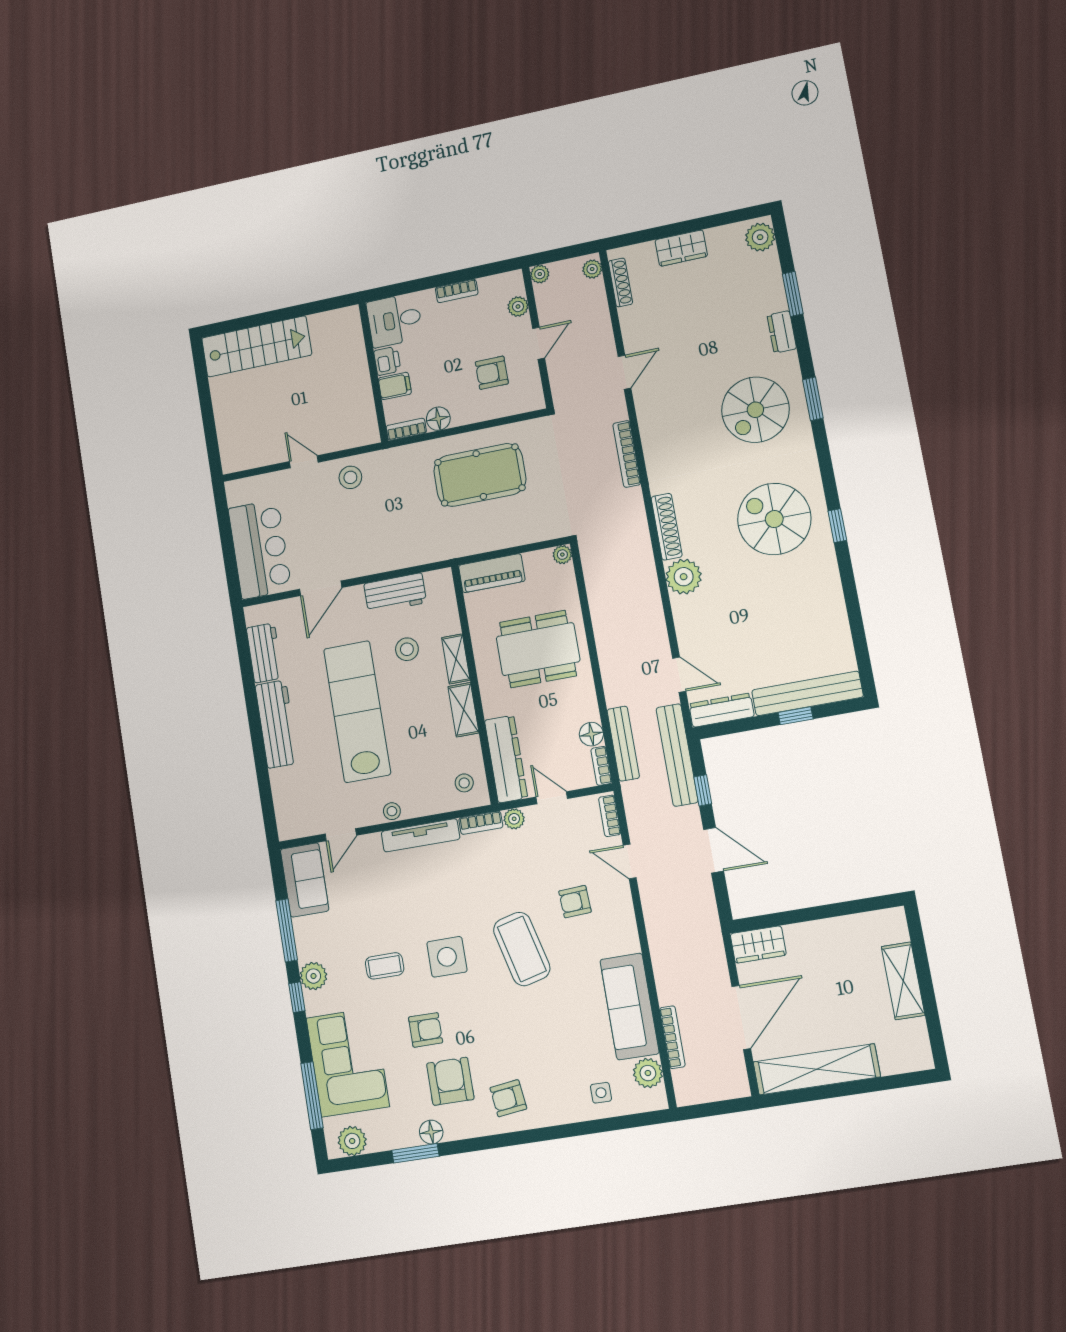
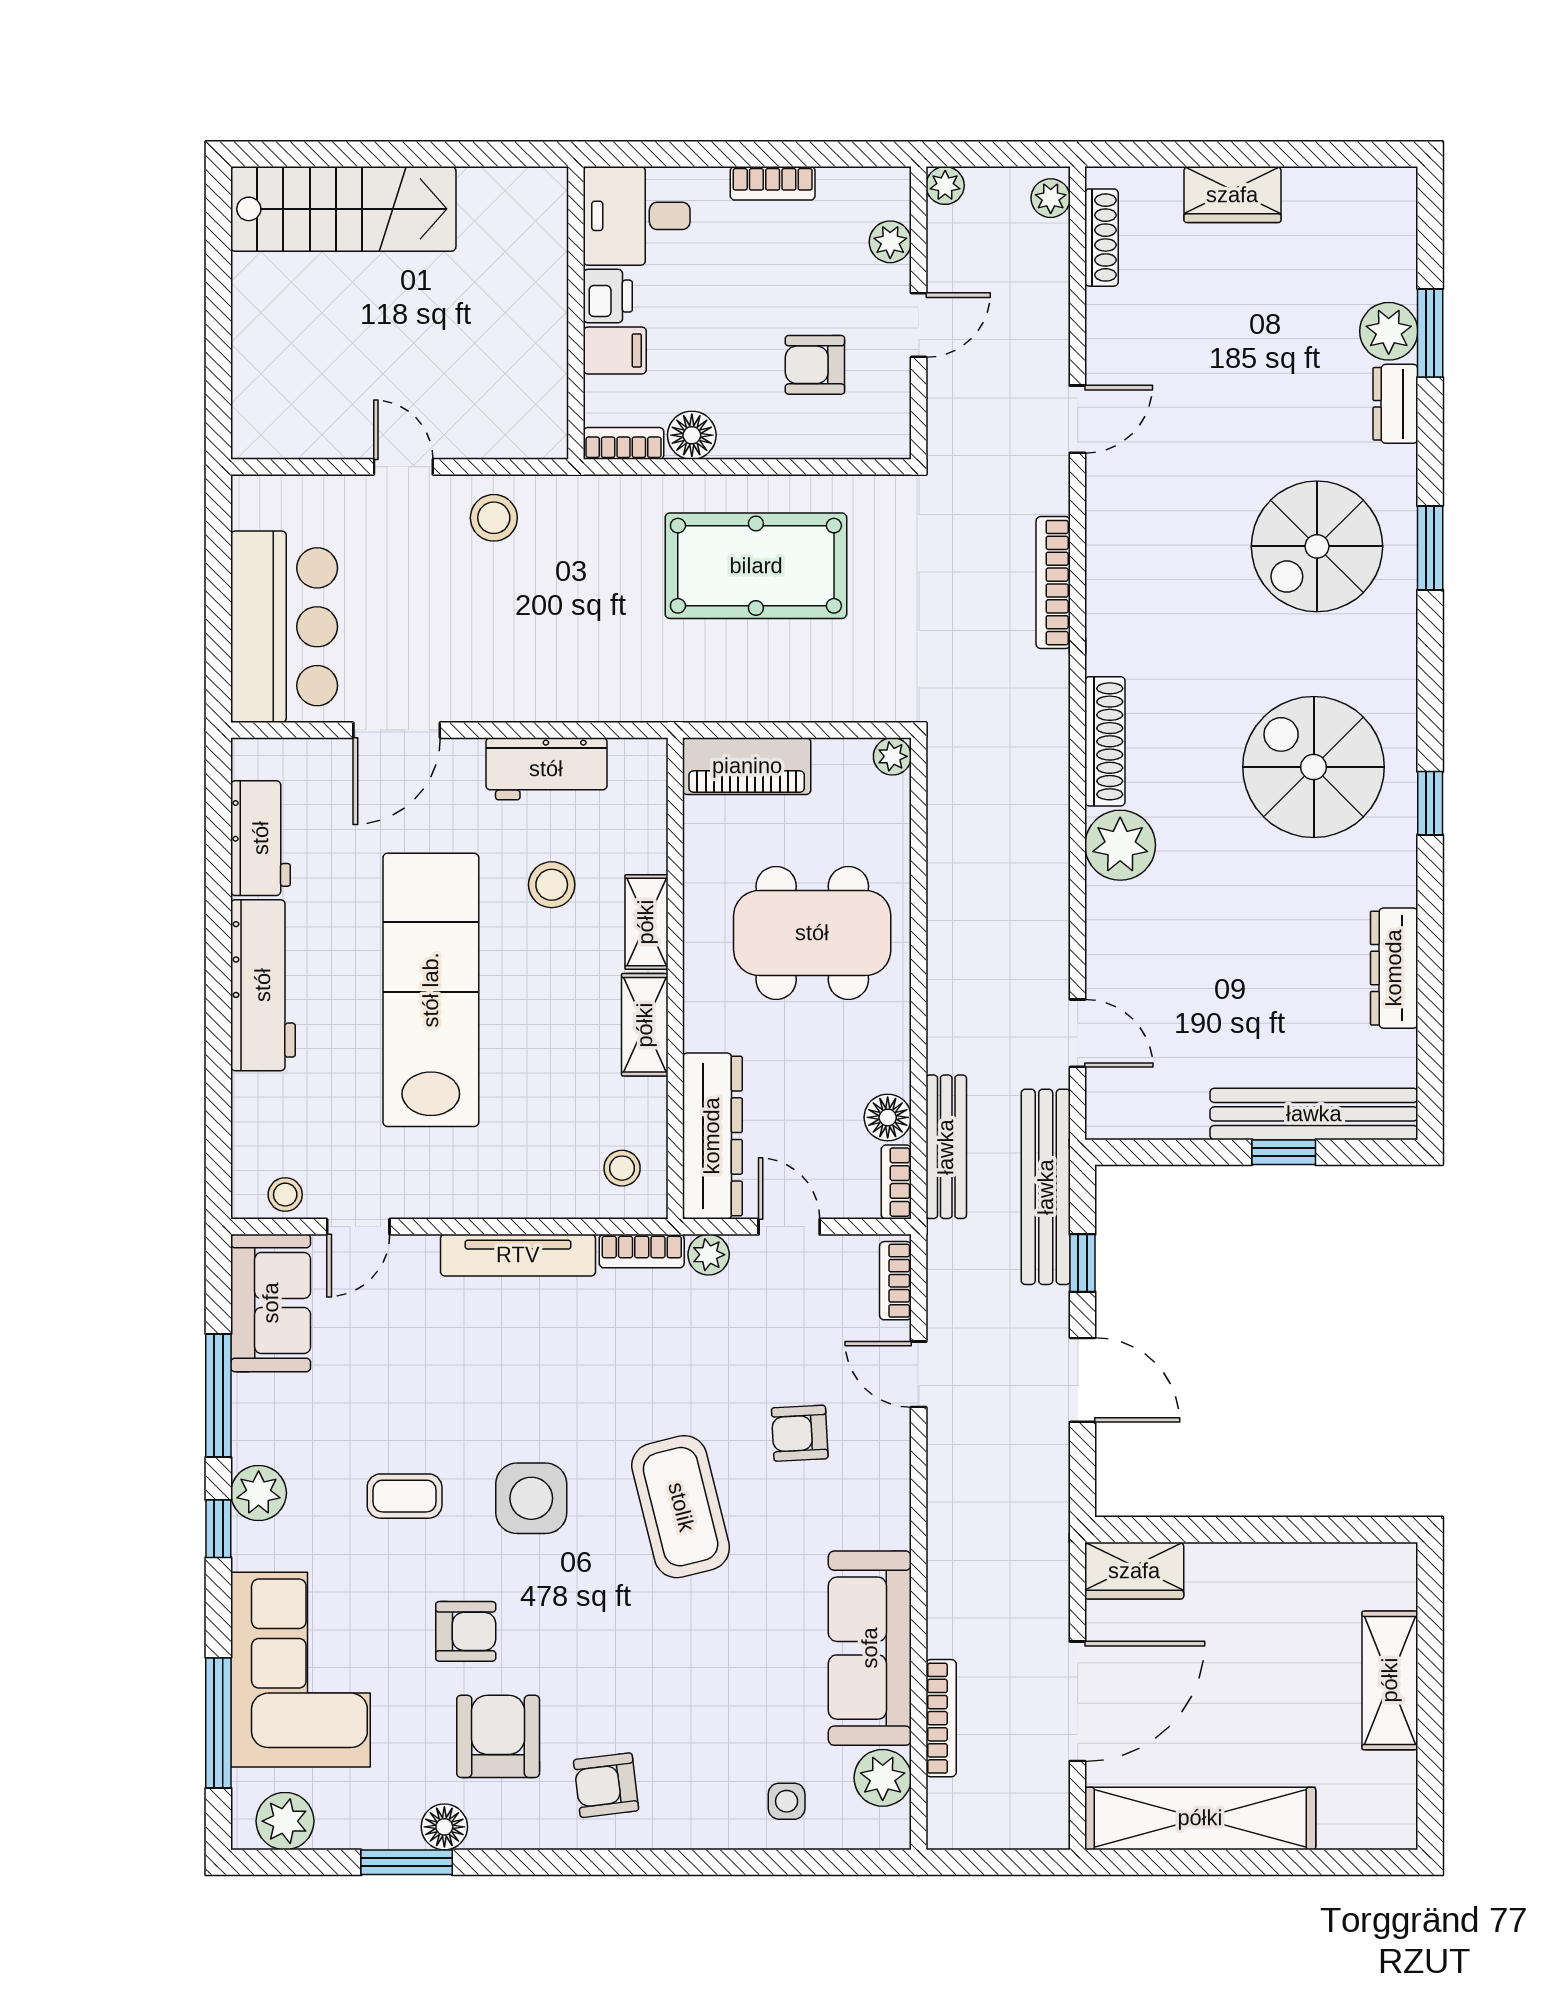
plant: (760, 237) -> (1389, 331), moved
dresser: (721, 710) -> (1394, 968), moved, turned -90
stool: (392, 811) -> (285, 1195), moved

